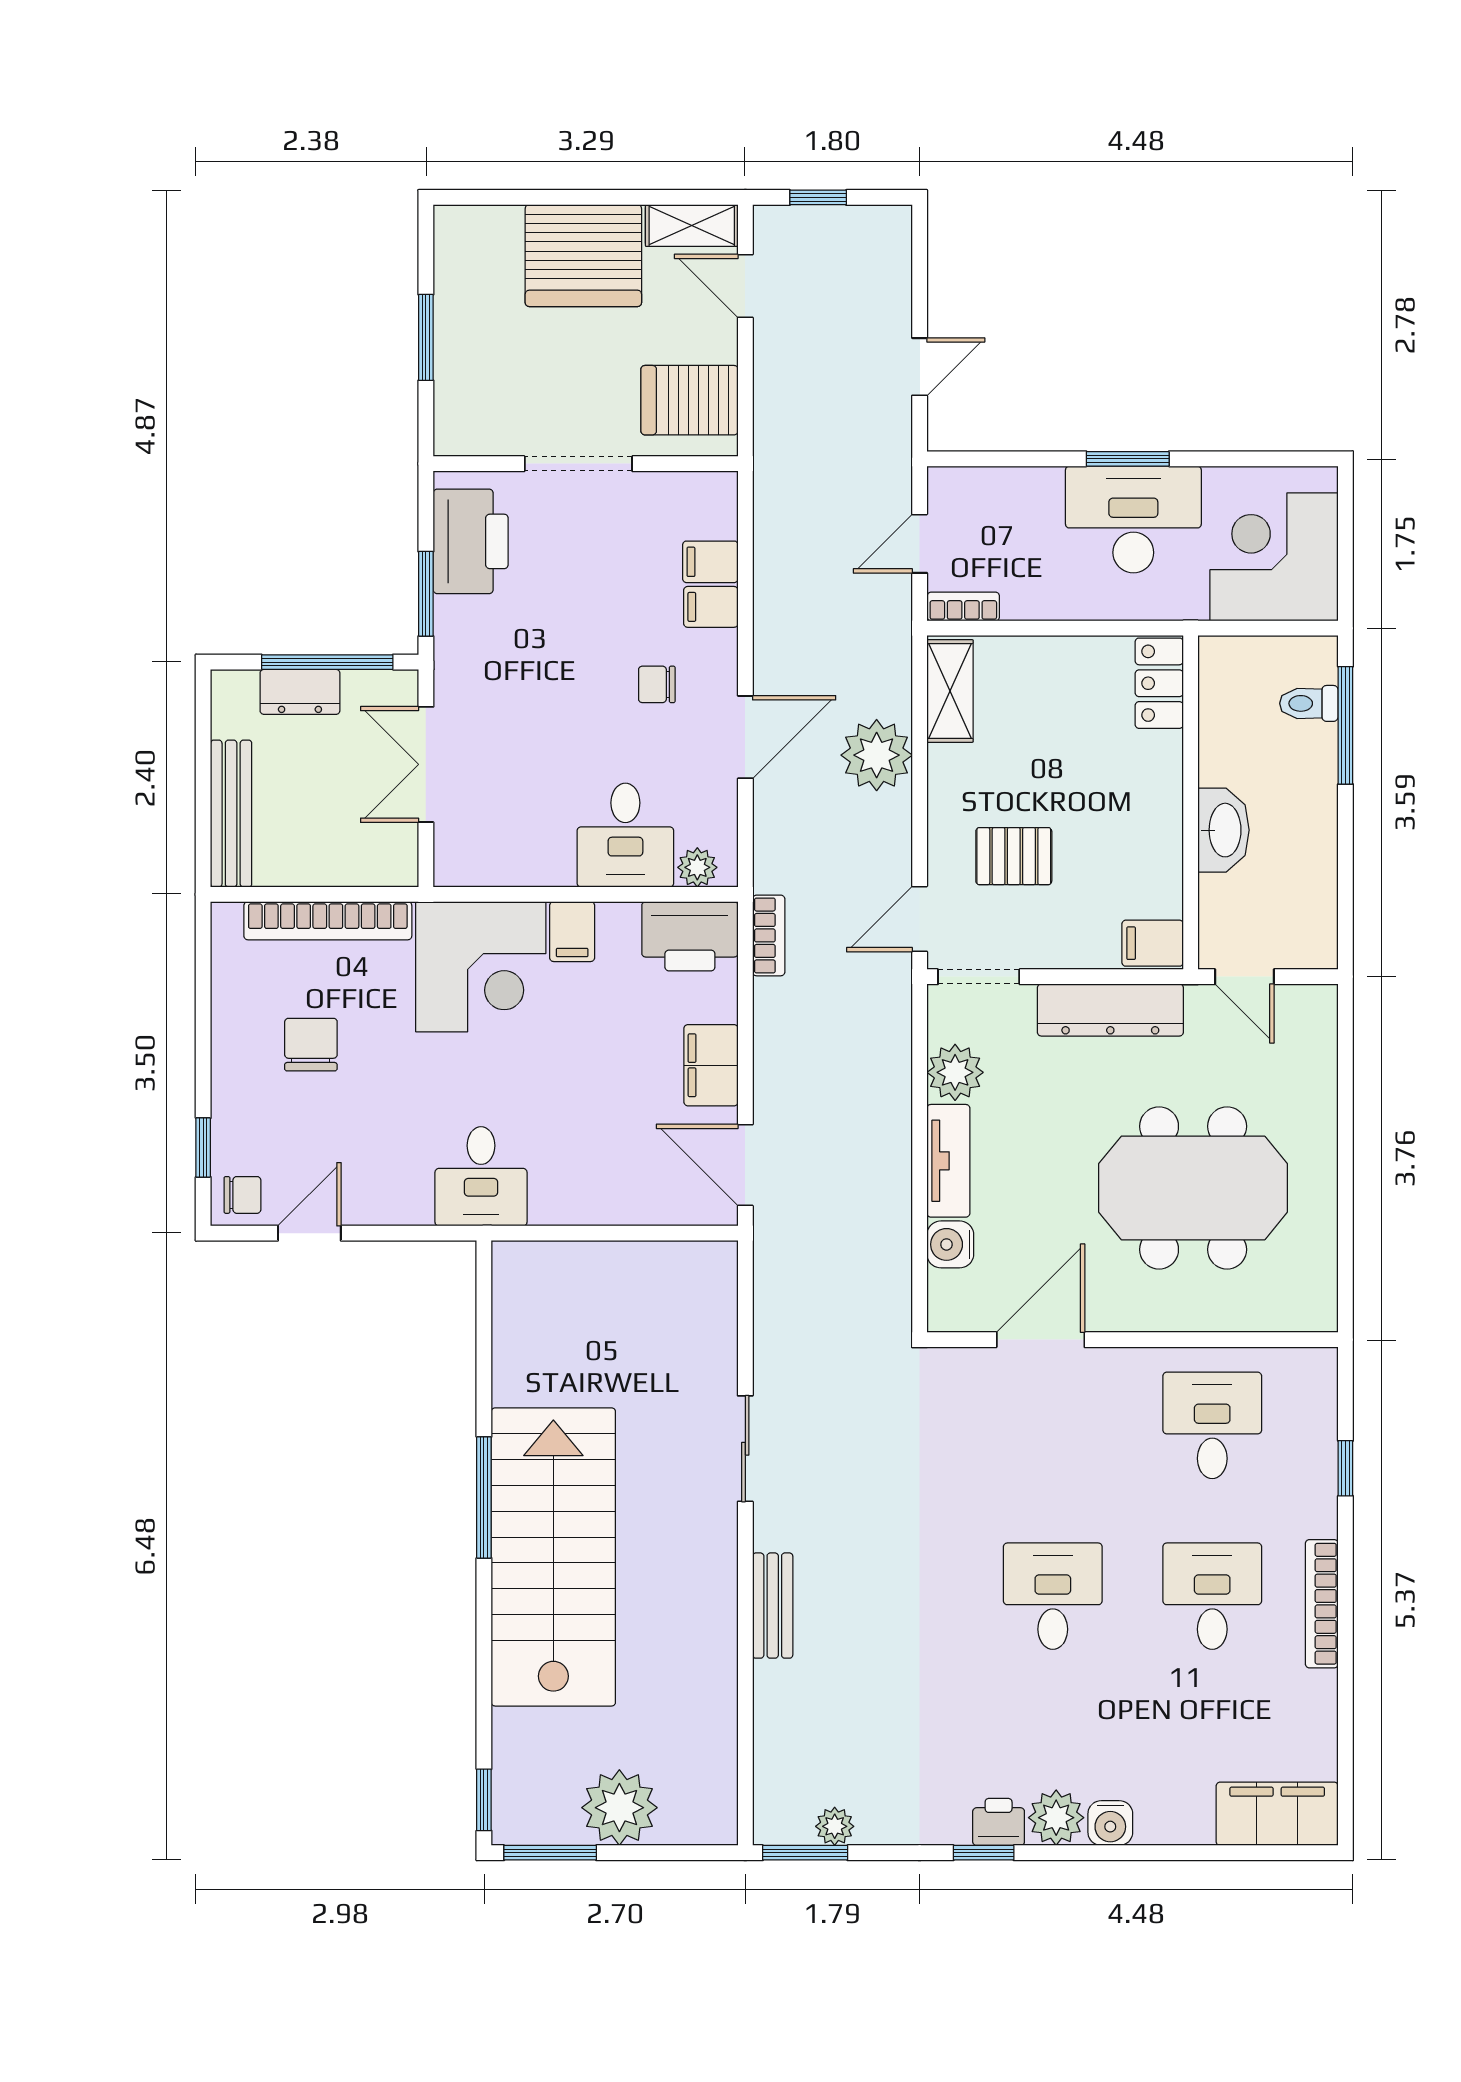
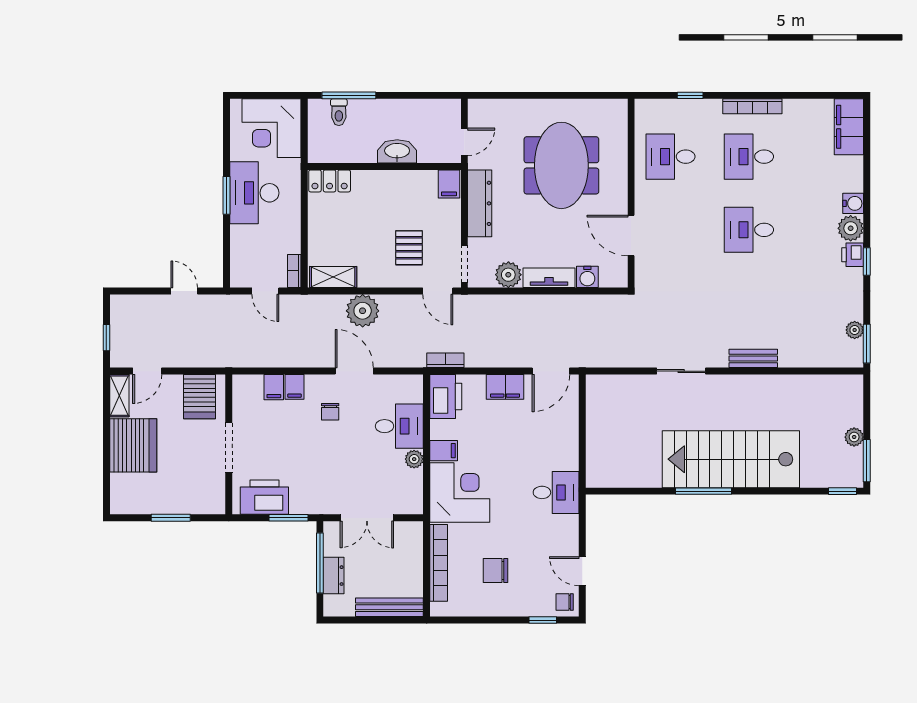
plant: (697, 867) -> (414, 459), moved
chair: (242, 1195) -> (565, 602), turned -90
plant: (619, 1808) -> (854, 437), width x0.53, depth x0.53

